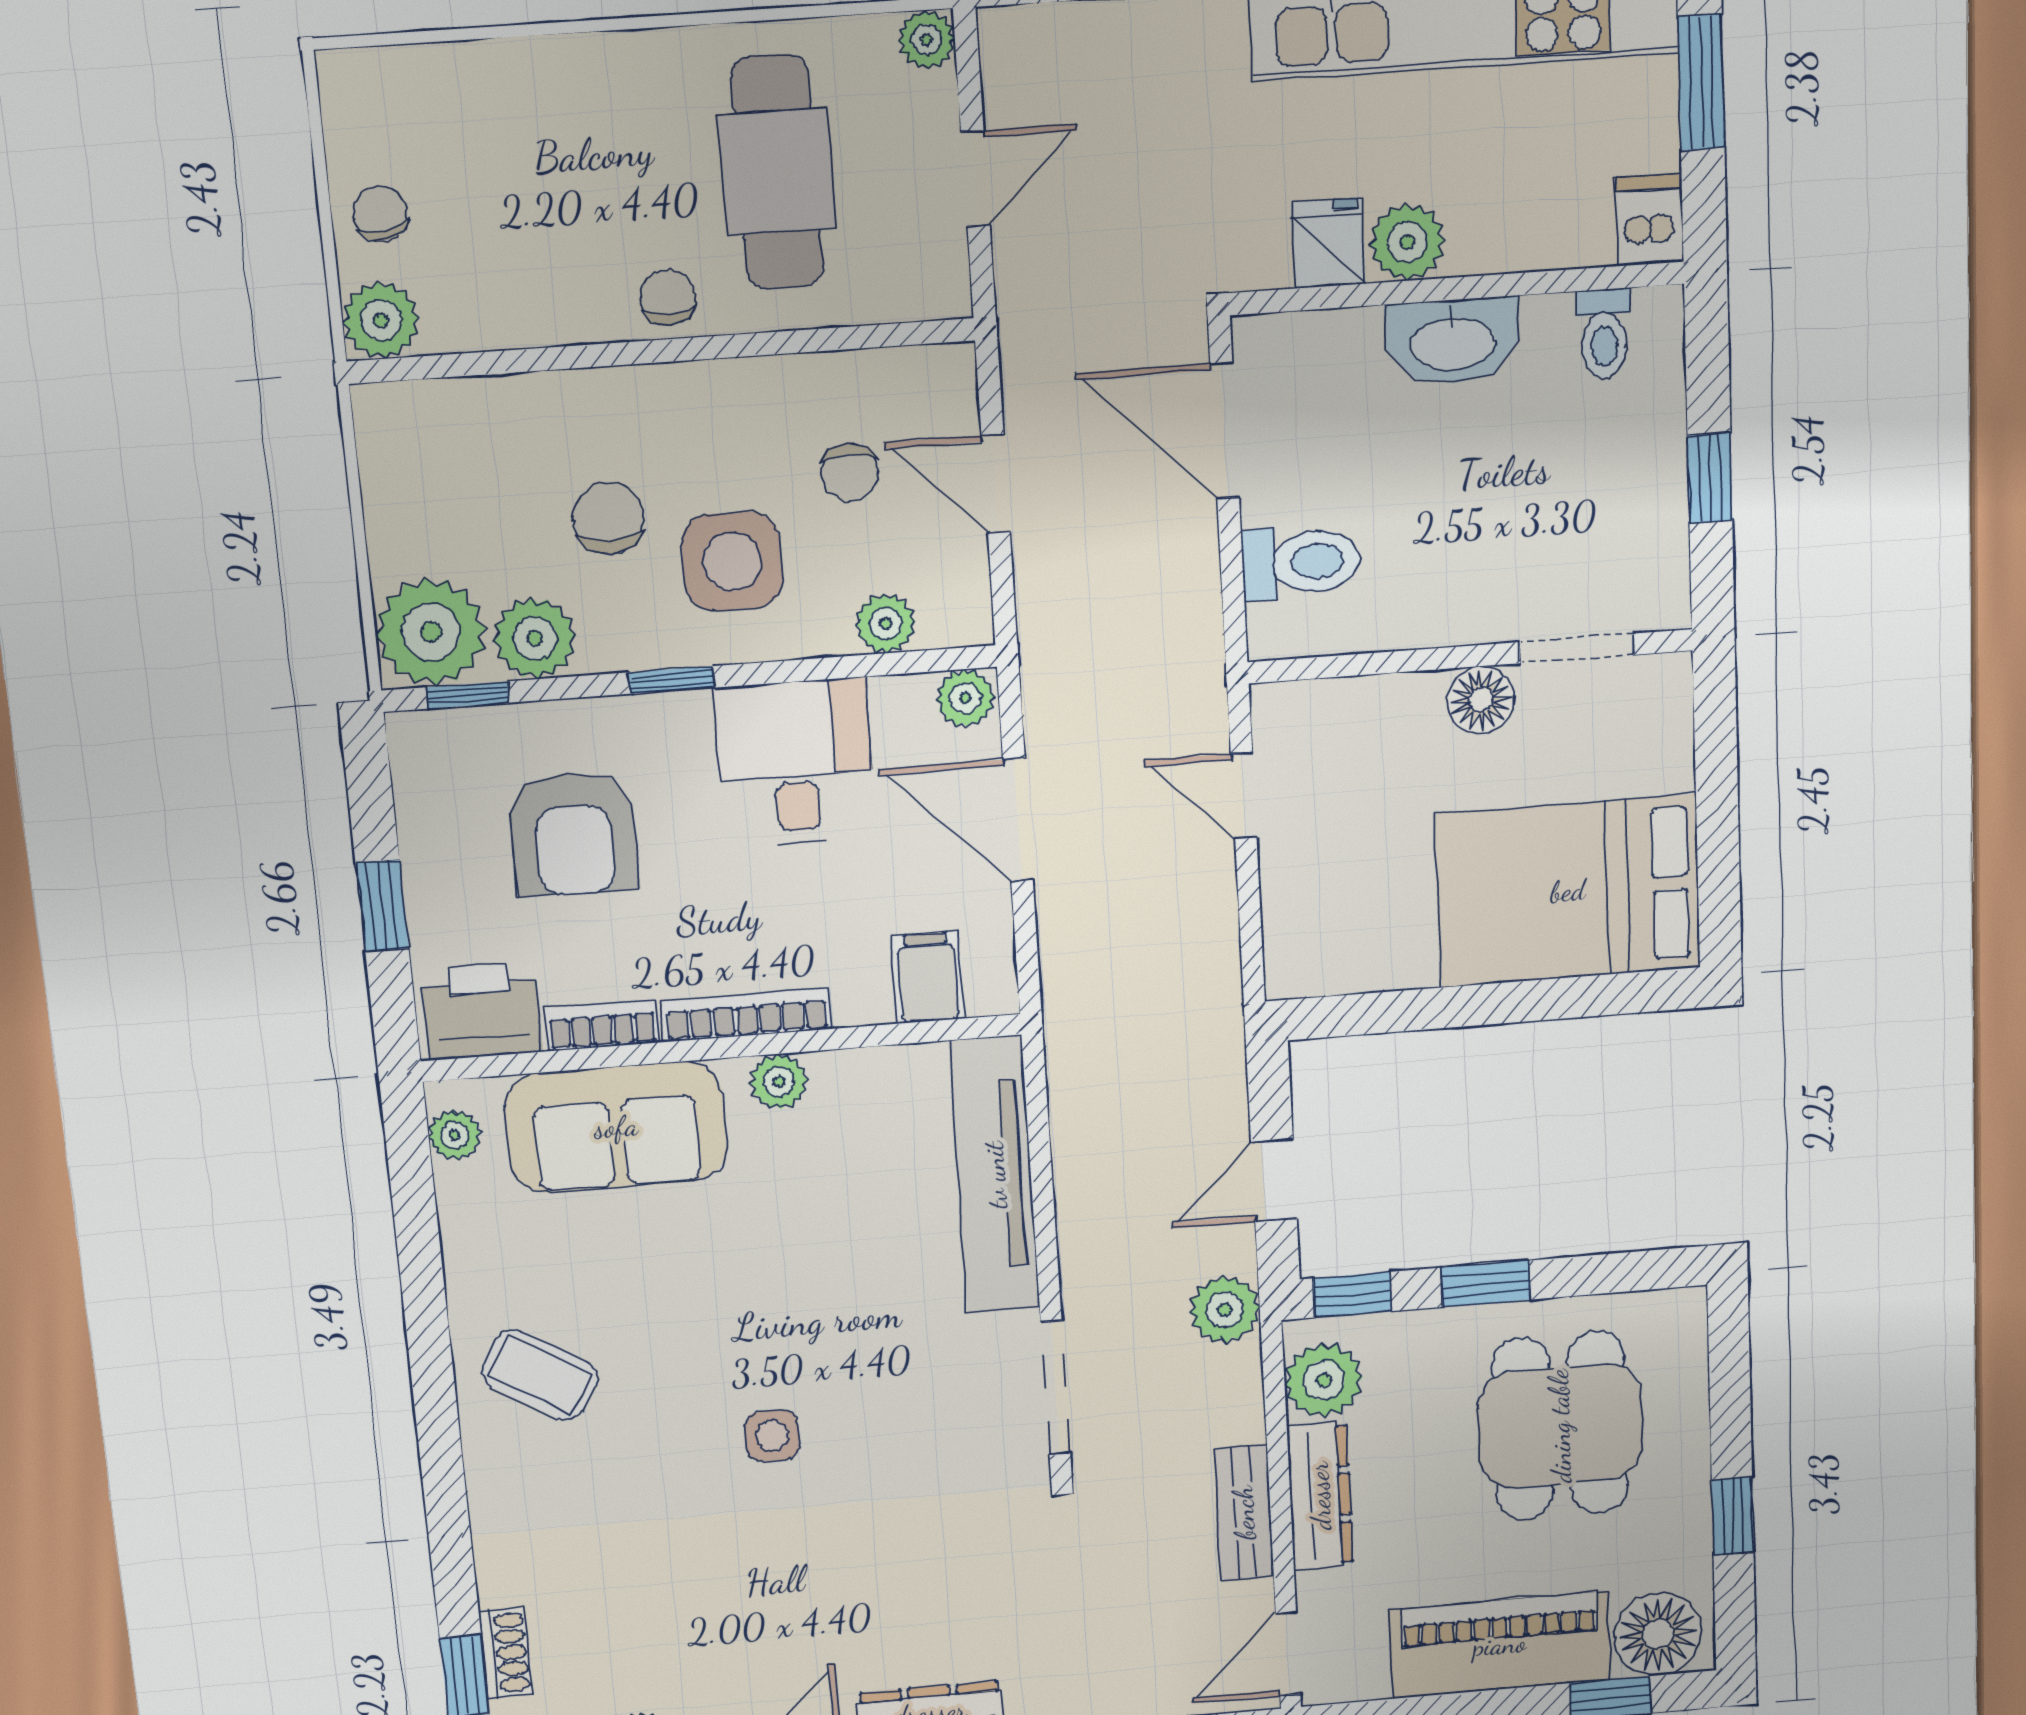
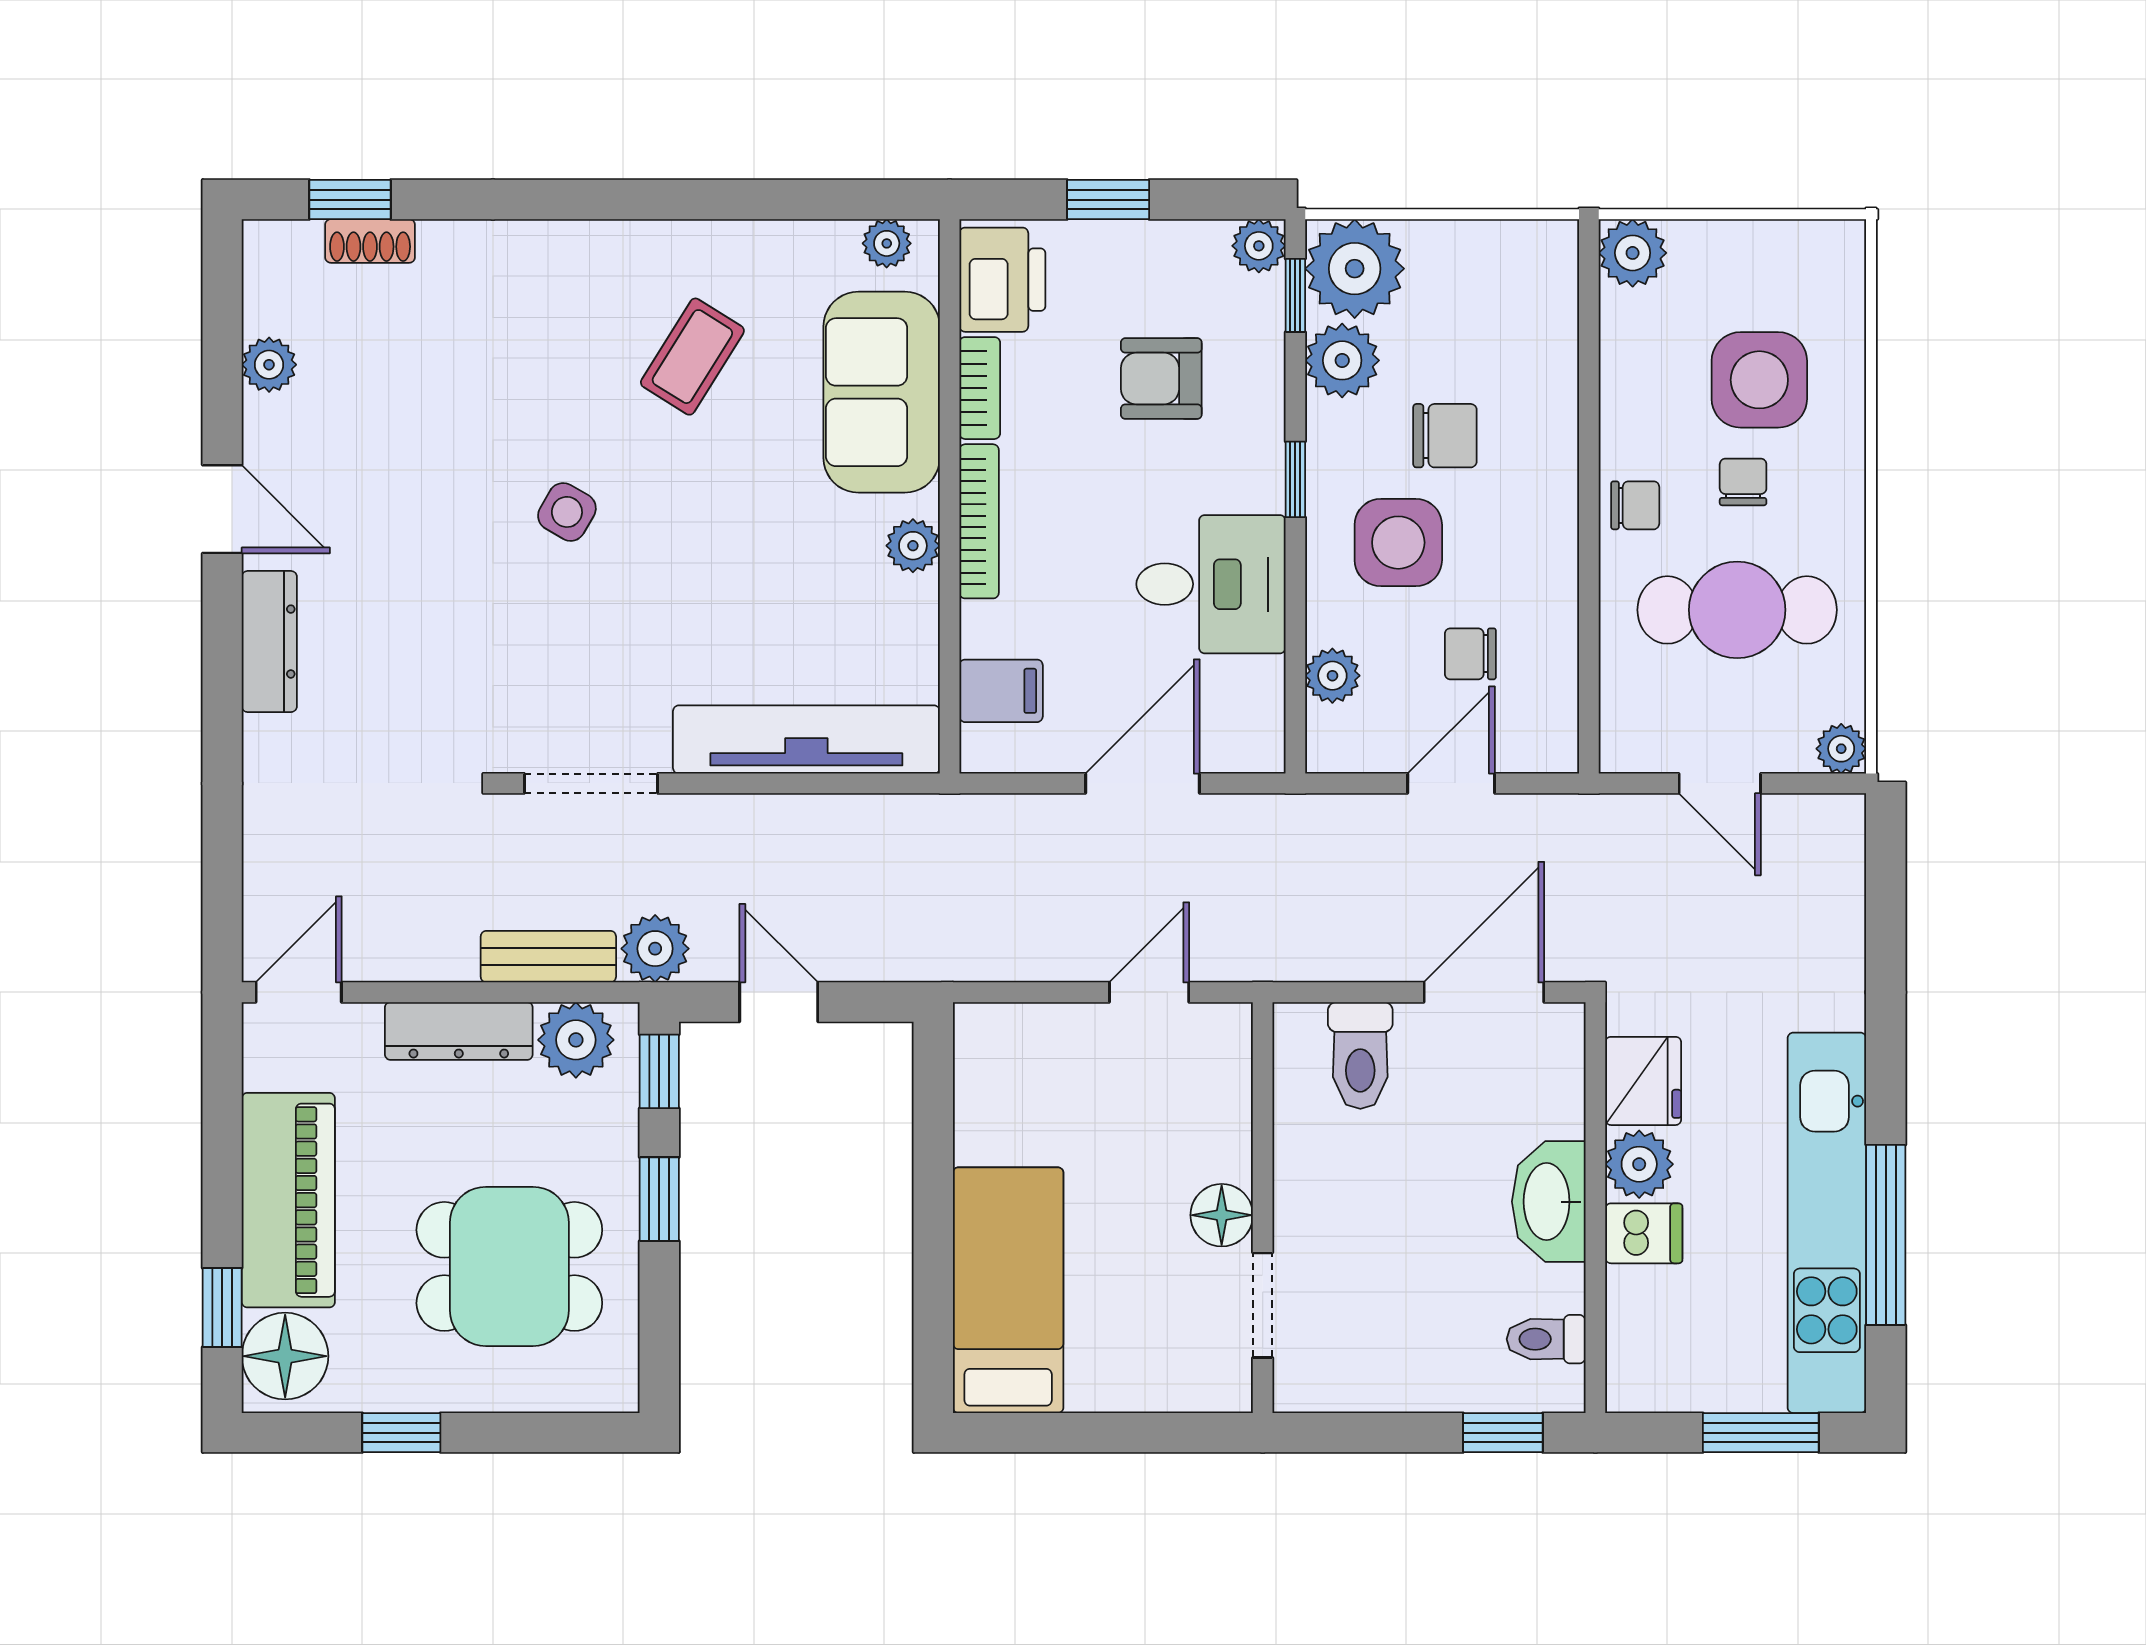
side table: (512, 163) -> (1759, 380), added
chair: (380, 214) -> (1743, 482), moved, turned -80
dishwasher: (1650, 220) -> (1644, 1233), moved
fridge: (1328, 243) -> (1643, 1081), width x1.38
window: (1710, 478) -> (1503, 1433), moved
plant: (965, 698) -> (1259, 246), moved
armchair: (574, 834) -> (1161, 379), width x0.72, depth x0.72
bed: (1568, 891) -> (1008, 1290), width x0.67
coffee table: (540, 1375) -> (692, 357), moved
side table: (772, 1436) -> (567, 512), turned 30
bench: (1244, 1513) -> (548, 957), moved
door: (1288, 1654) -> (299, 992), hinge flipped

